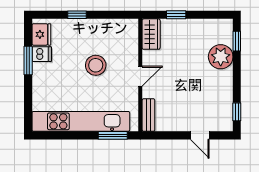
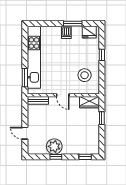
dishwasher: (42, 54) -> (66, 32), moved
plant: (221, 57) -> (54, 146), moved
stool: (96, 65) -> (85, 75), moved
window: (237, 112) -> (56, 157), moved
door: (200, 135) -> (25, 133), hinge flipped

